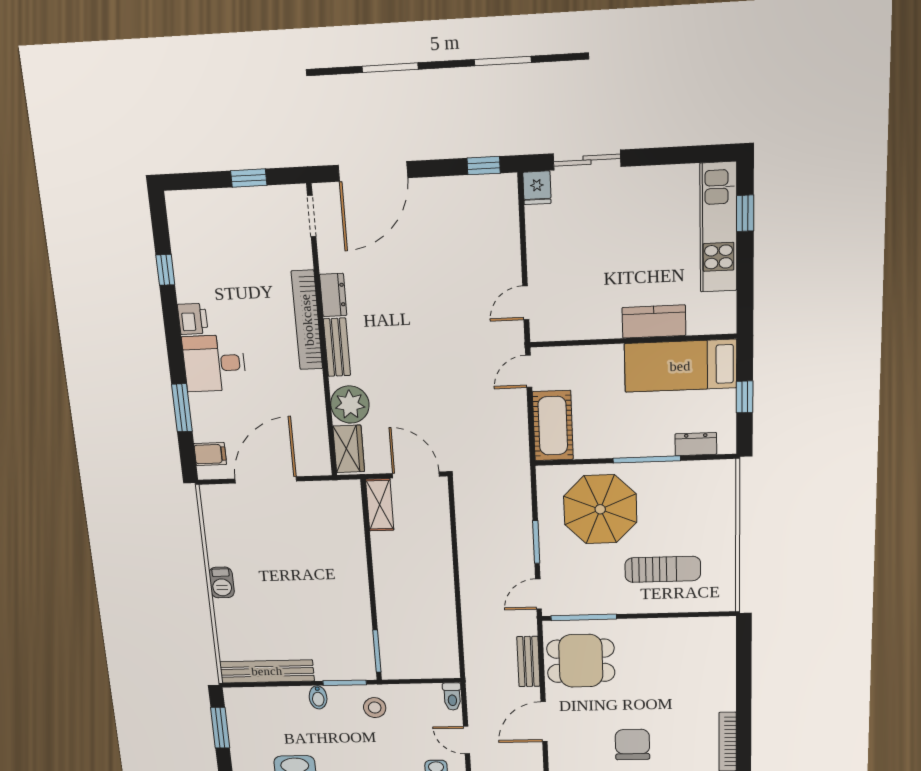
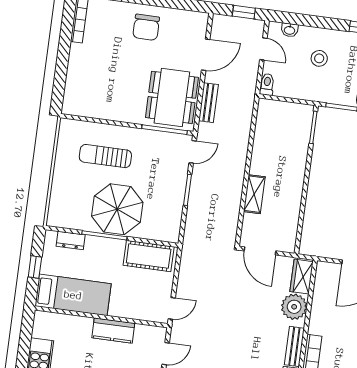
kitchen counter: (654, 322) -> (113, 331), moved
cot: (553, 426) -> (149, 256), moved, turned 90
shelving: (380, 505) -> (254, 194), moved
parasol: (600, 509) -> (117, 209), moved
dining table: (581, 661) -> (172, 97), width x1.37
stool: (375, 708) -> (319, 58), moved

